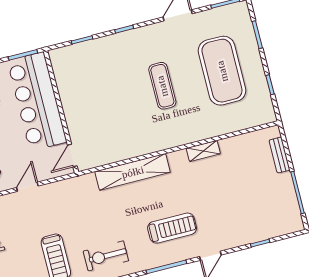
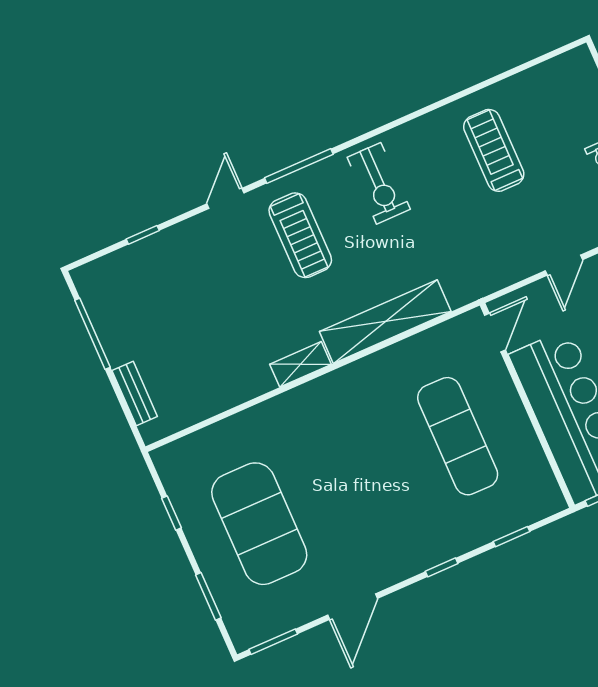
exercise mat: (162, 86) -> (458, 436), moved, width x1.36, depth x1.45
shelving: (203, 151) -> (300, 364), moved
treadmill: (172, 228) -> (300, 235), turned -90
exercise bike: (106, 256) -> (379, 183), moved, turned 90

